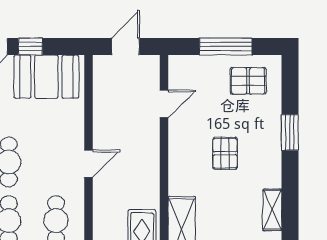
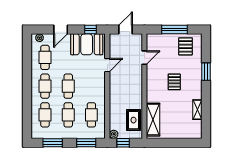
window: (30, 47) -> (90, 30), moved
pallet: (248, 81) -> (186, 46), turned 90
door: (88, 164) -> (107, 65), moved

